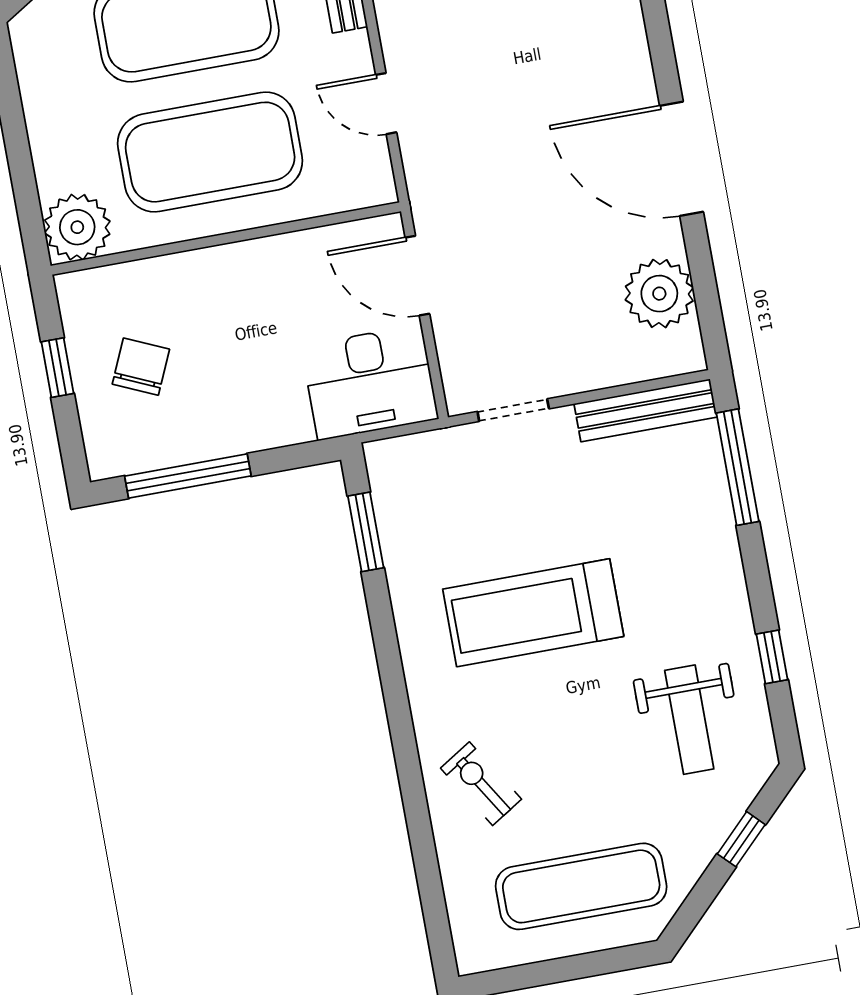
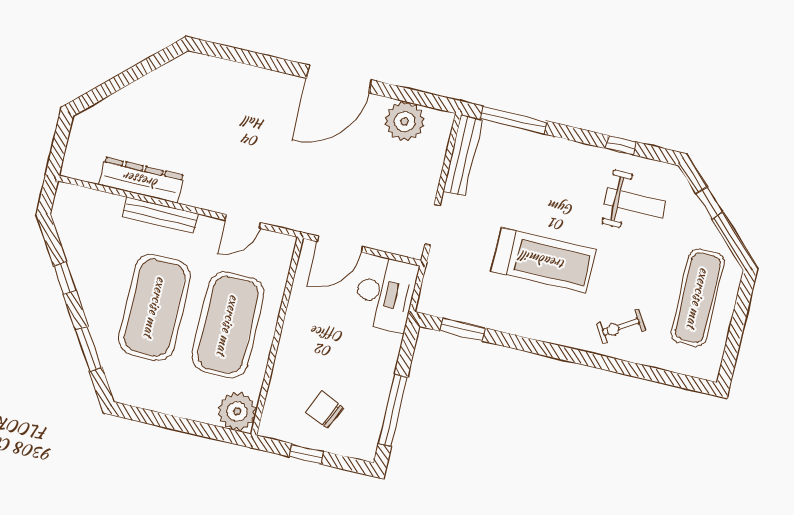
treadmill: (533, 613) -> (543, 260), turned -90

